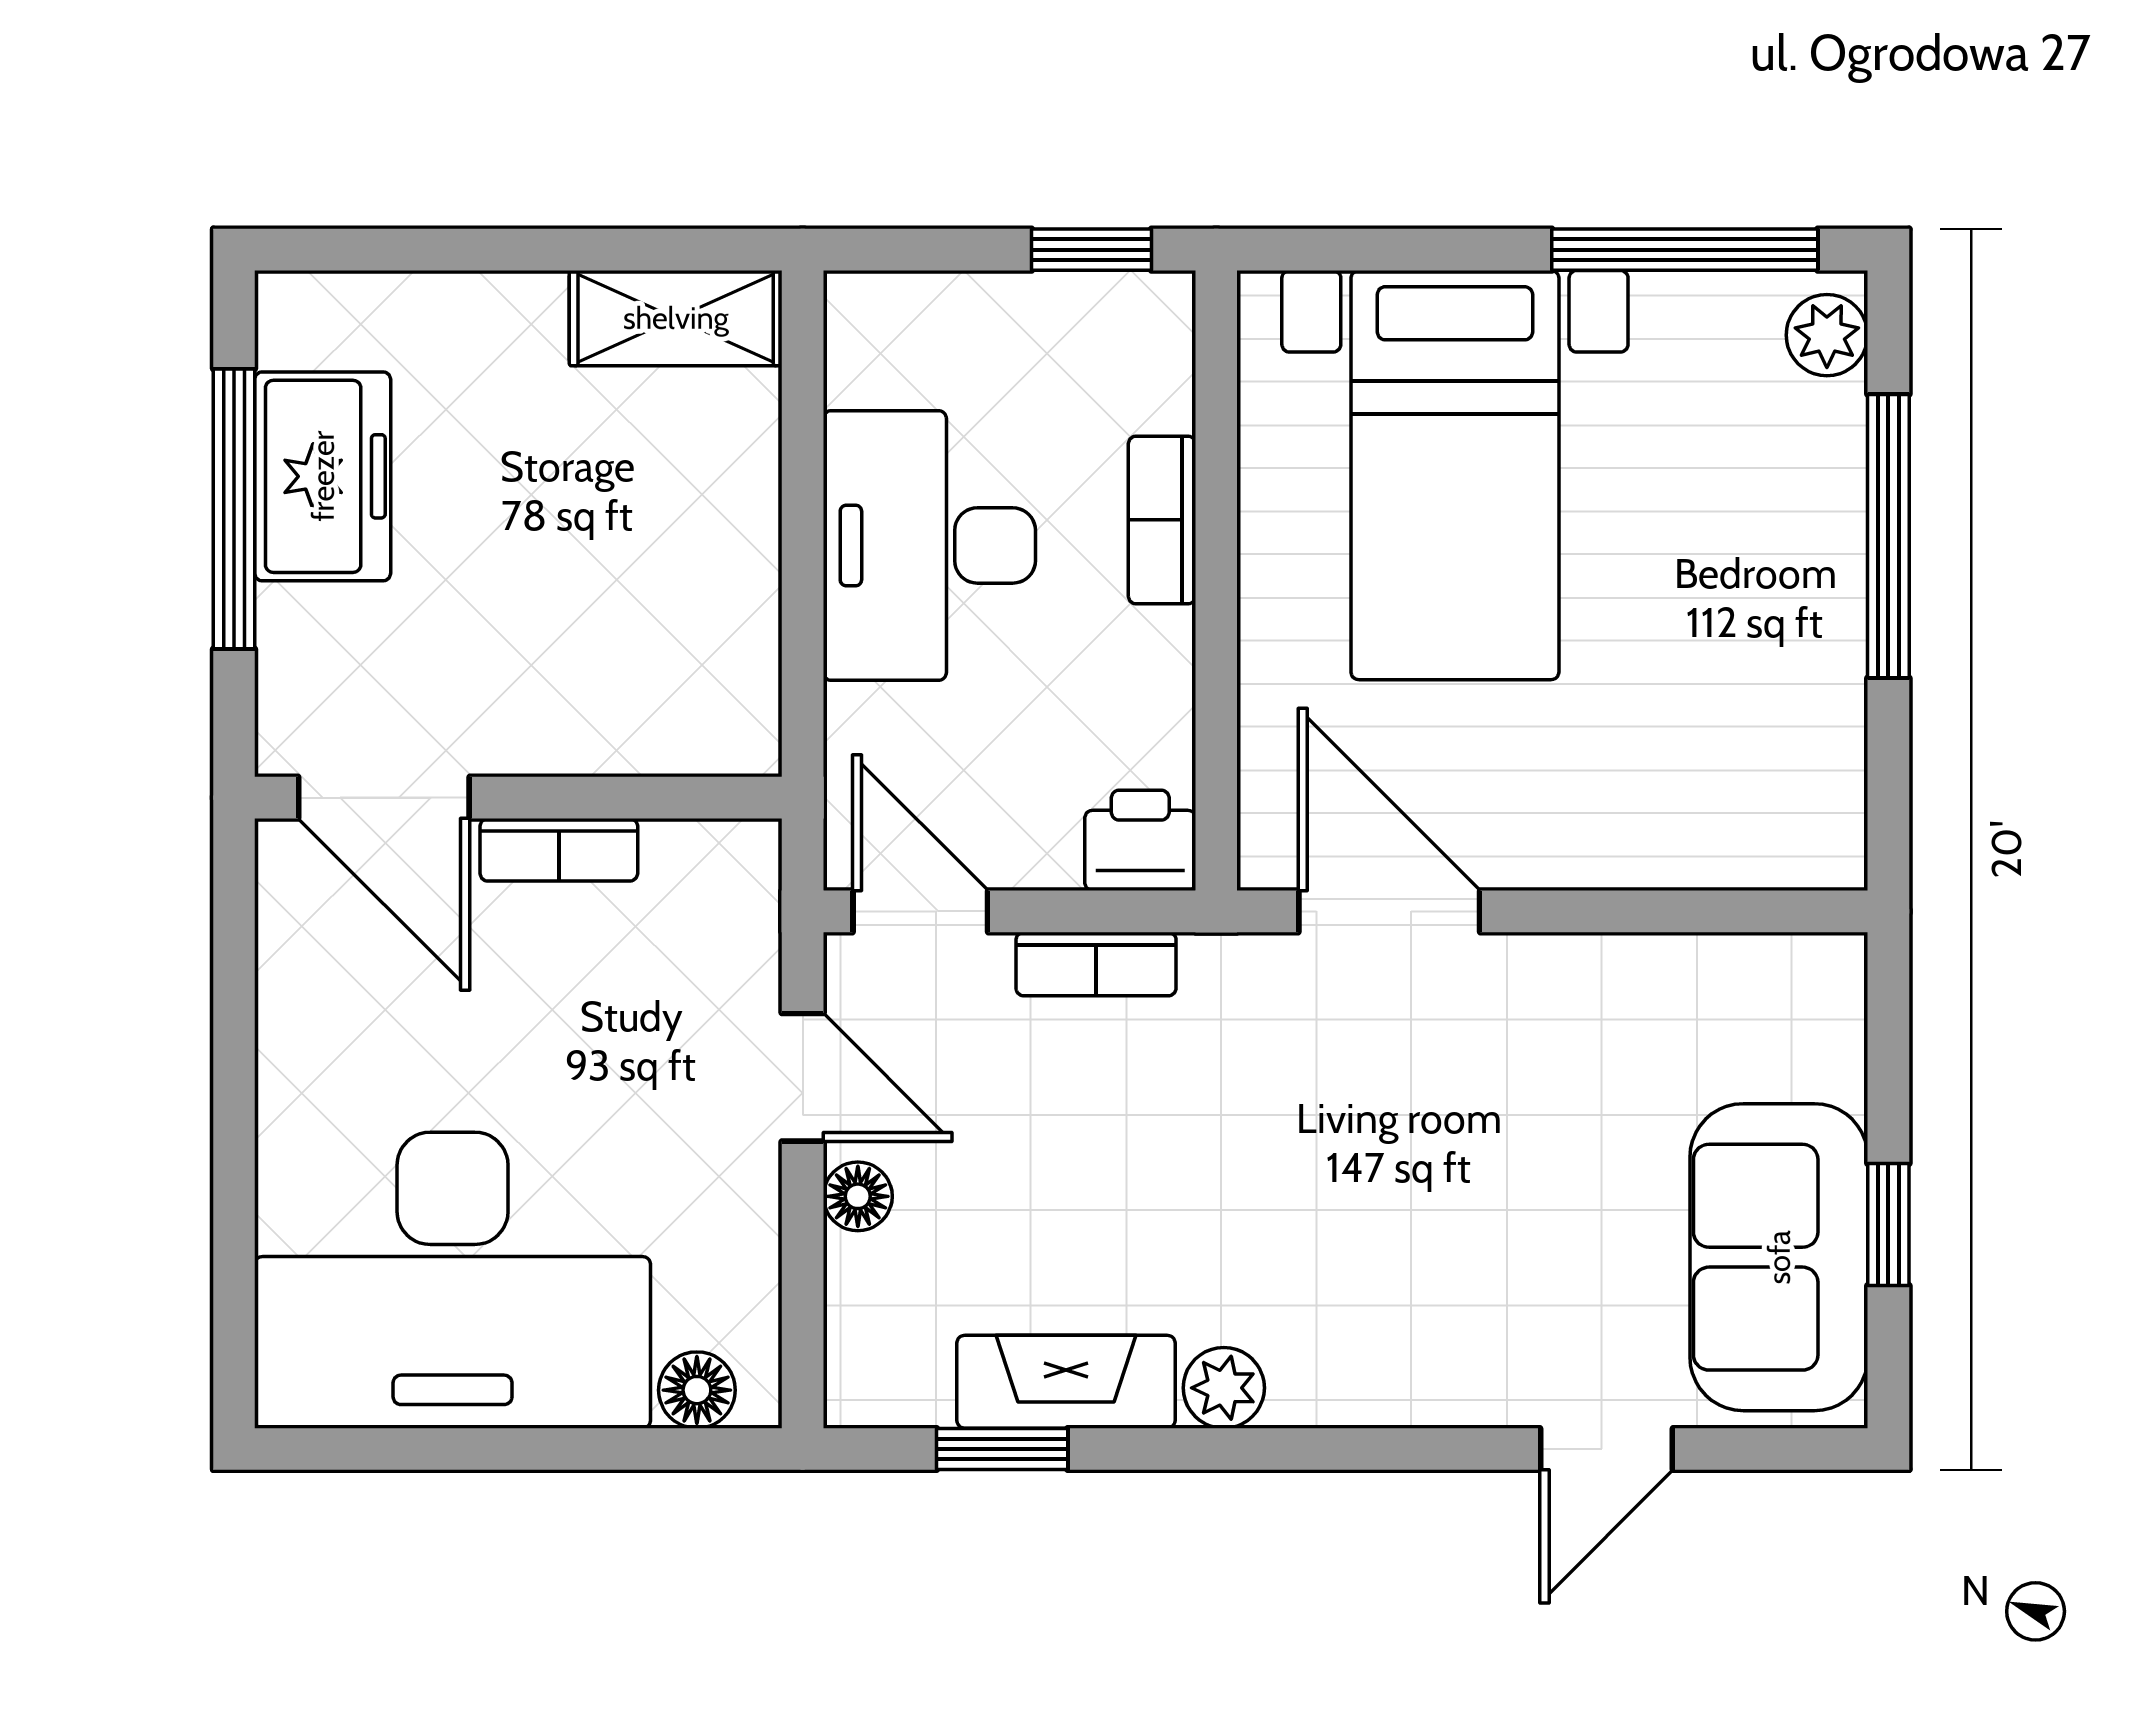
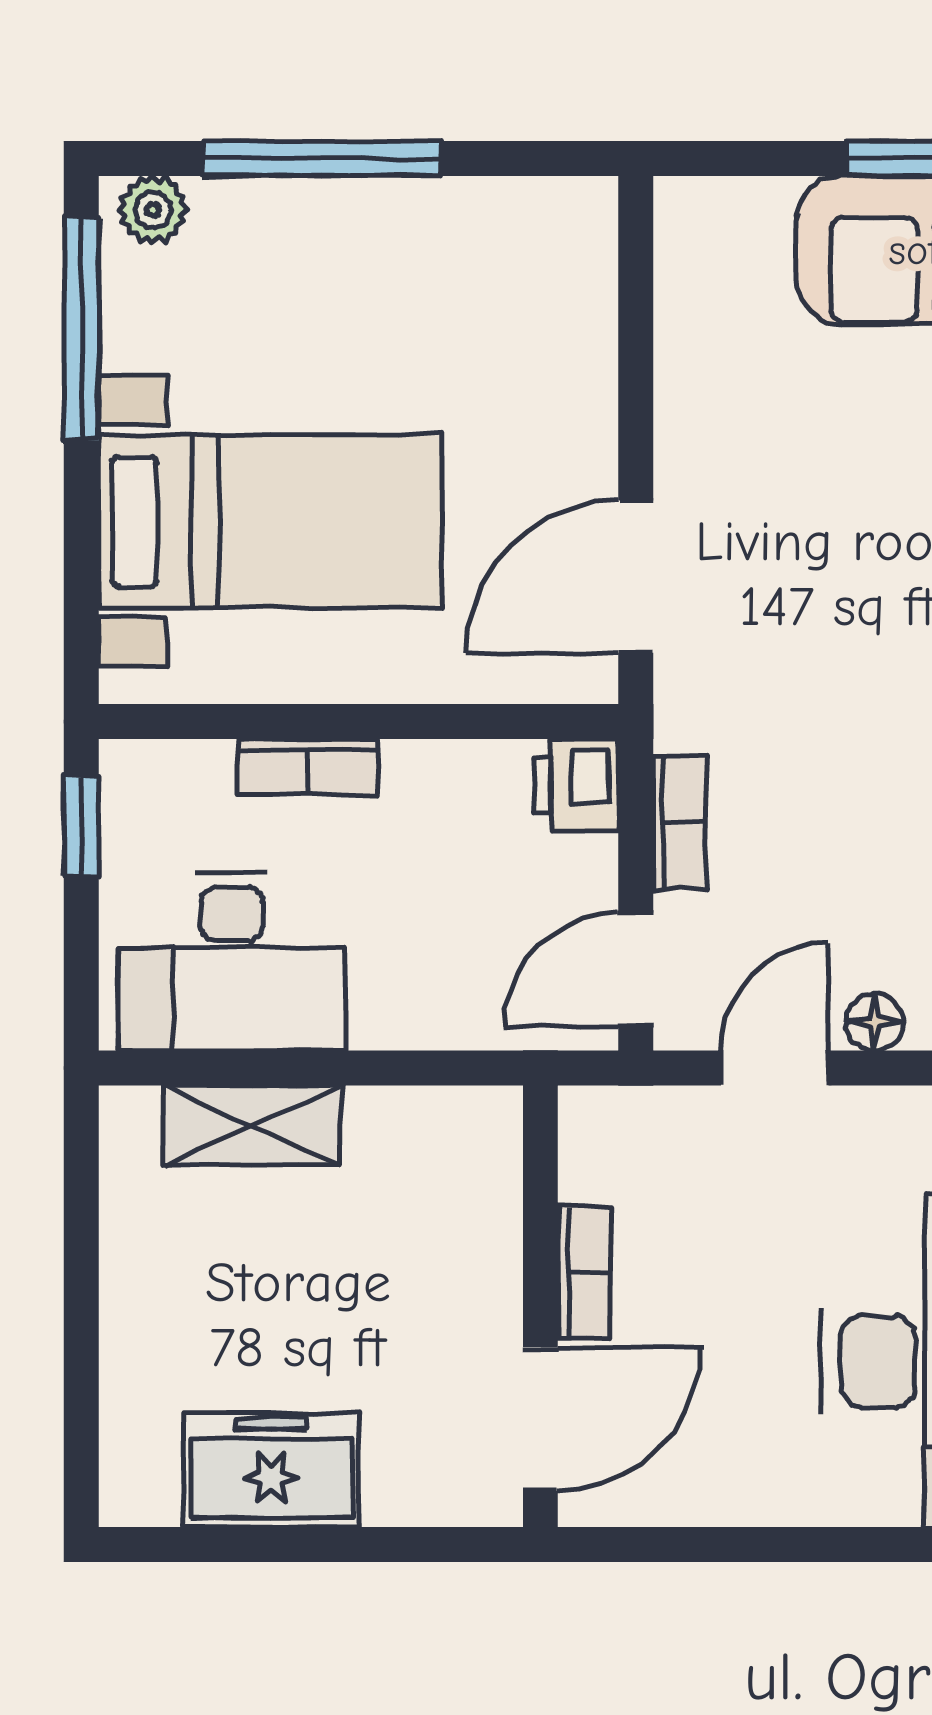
shelving: (676, 318) -> (252, 1125), moved, turned 90
window: (234, 509) -> (299, 1544), removed
desk: (929, 545) -> (232, 962), moved

